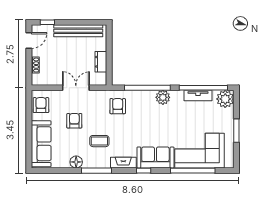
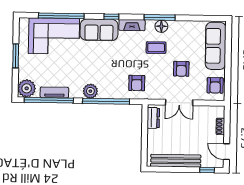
door: (29, 41) -> (226, 152), hinge flipped
dresser: (101, 62) -> (153, 118), moved
floor lamp: (76, 162) -> (161, 26), moved

